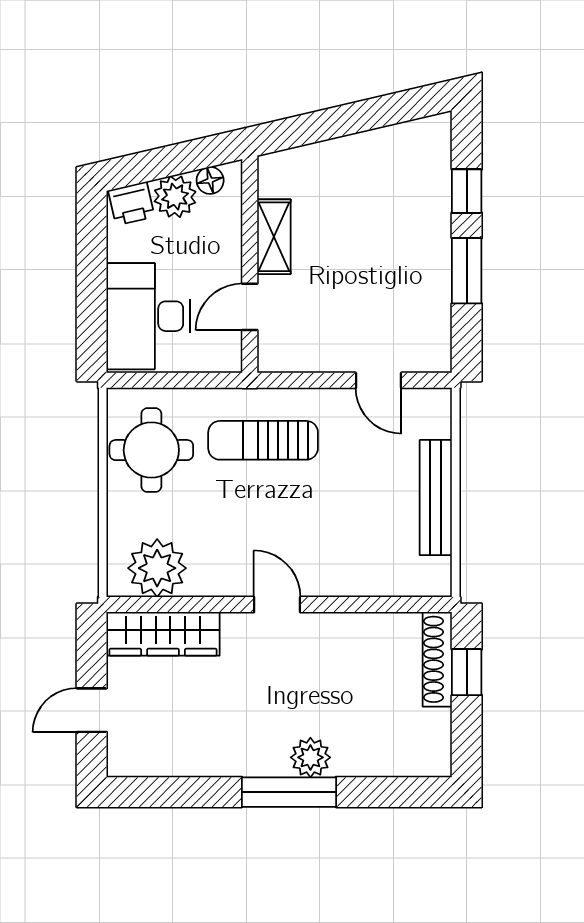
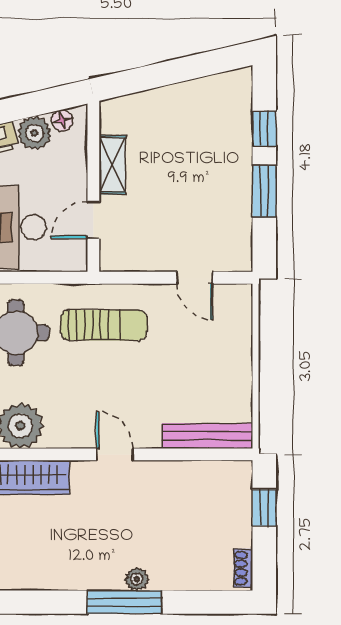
sun lounger: (263, 440) -> (104, 325), turned 180
bench: (436, 498) -> (207, 436), moved, turned 90
shoe rack: (437, 659) -> (243, 568), moved, width x0.51, depth x0.81
plant: (310, 757) -> (137, 579), width x0.73, depth x0.73

